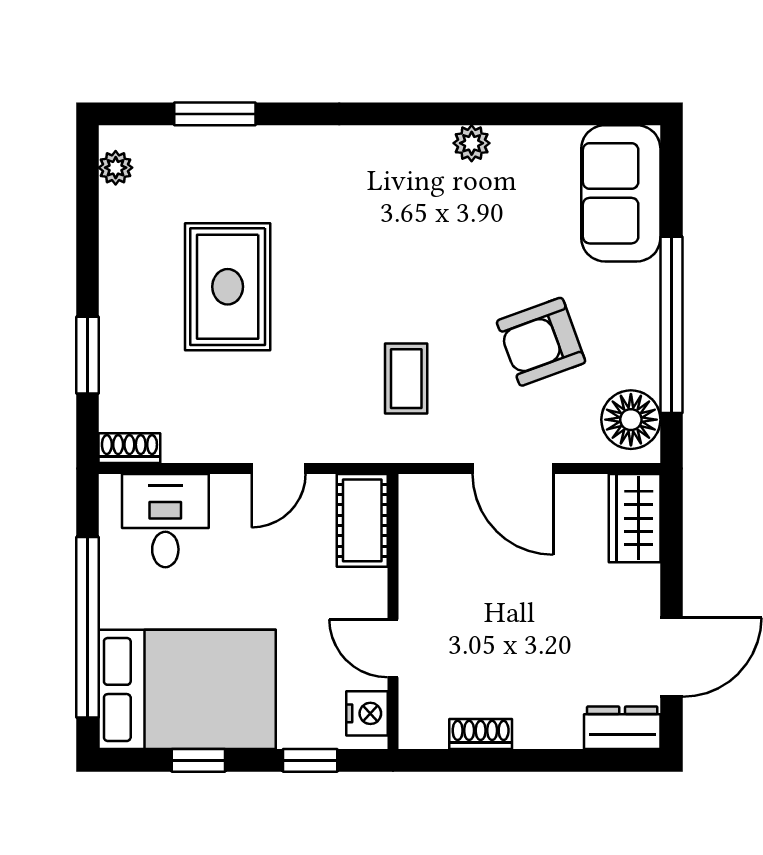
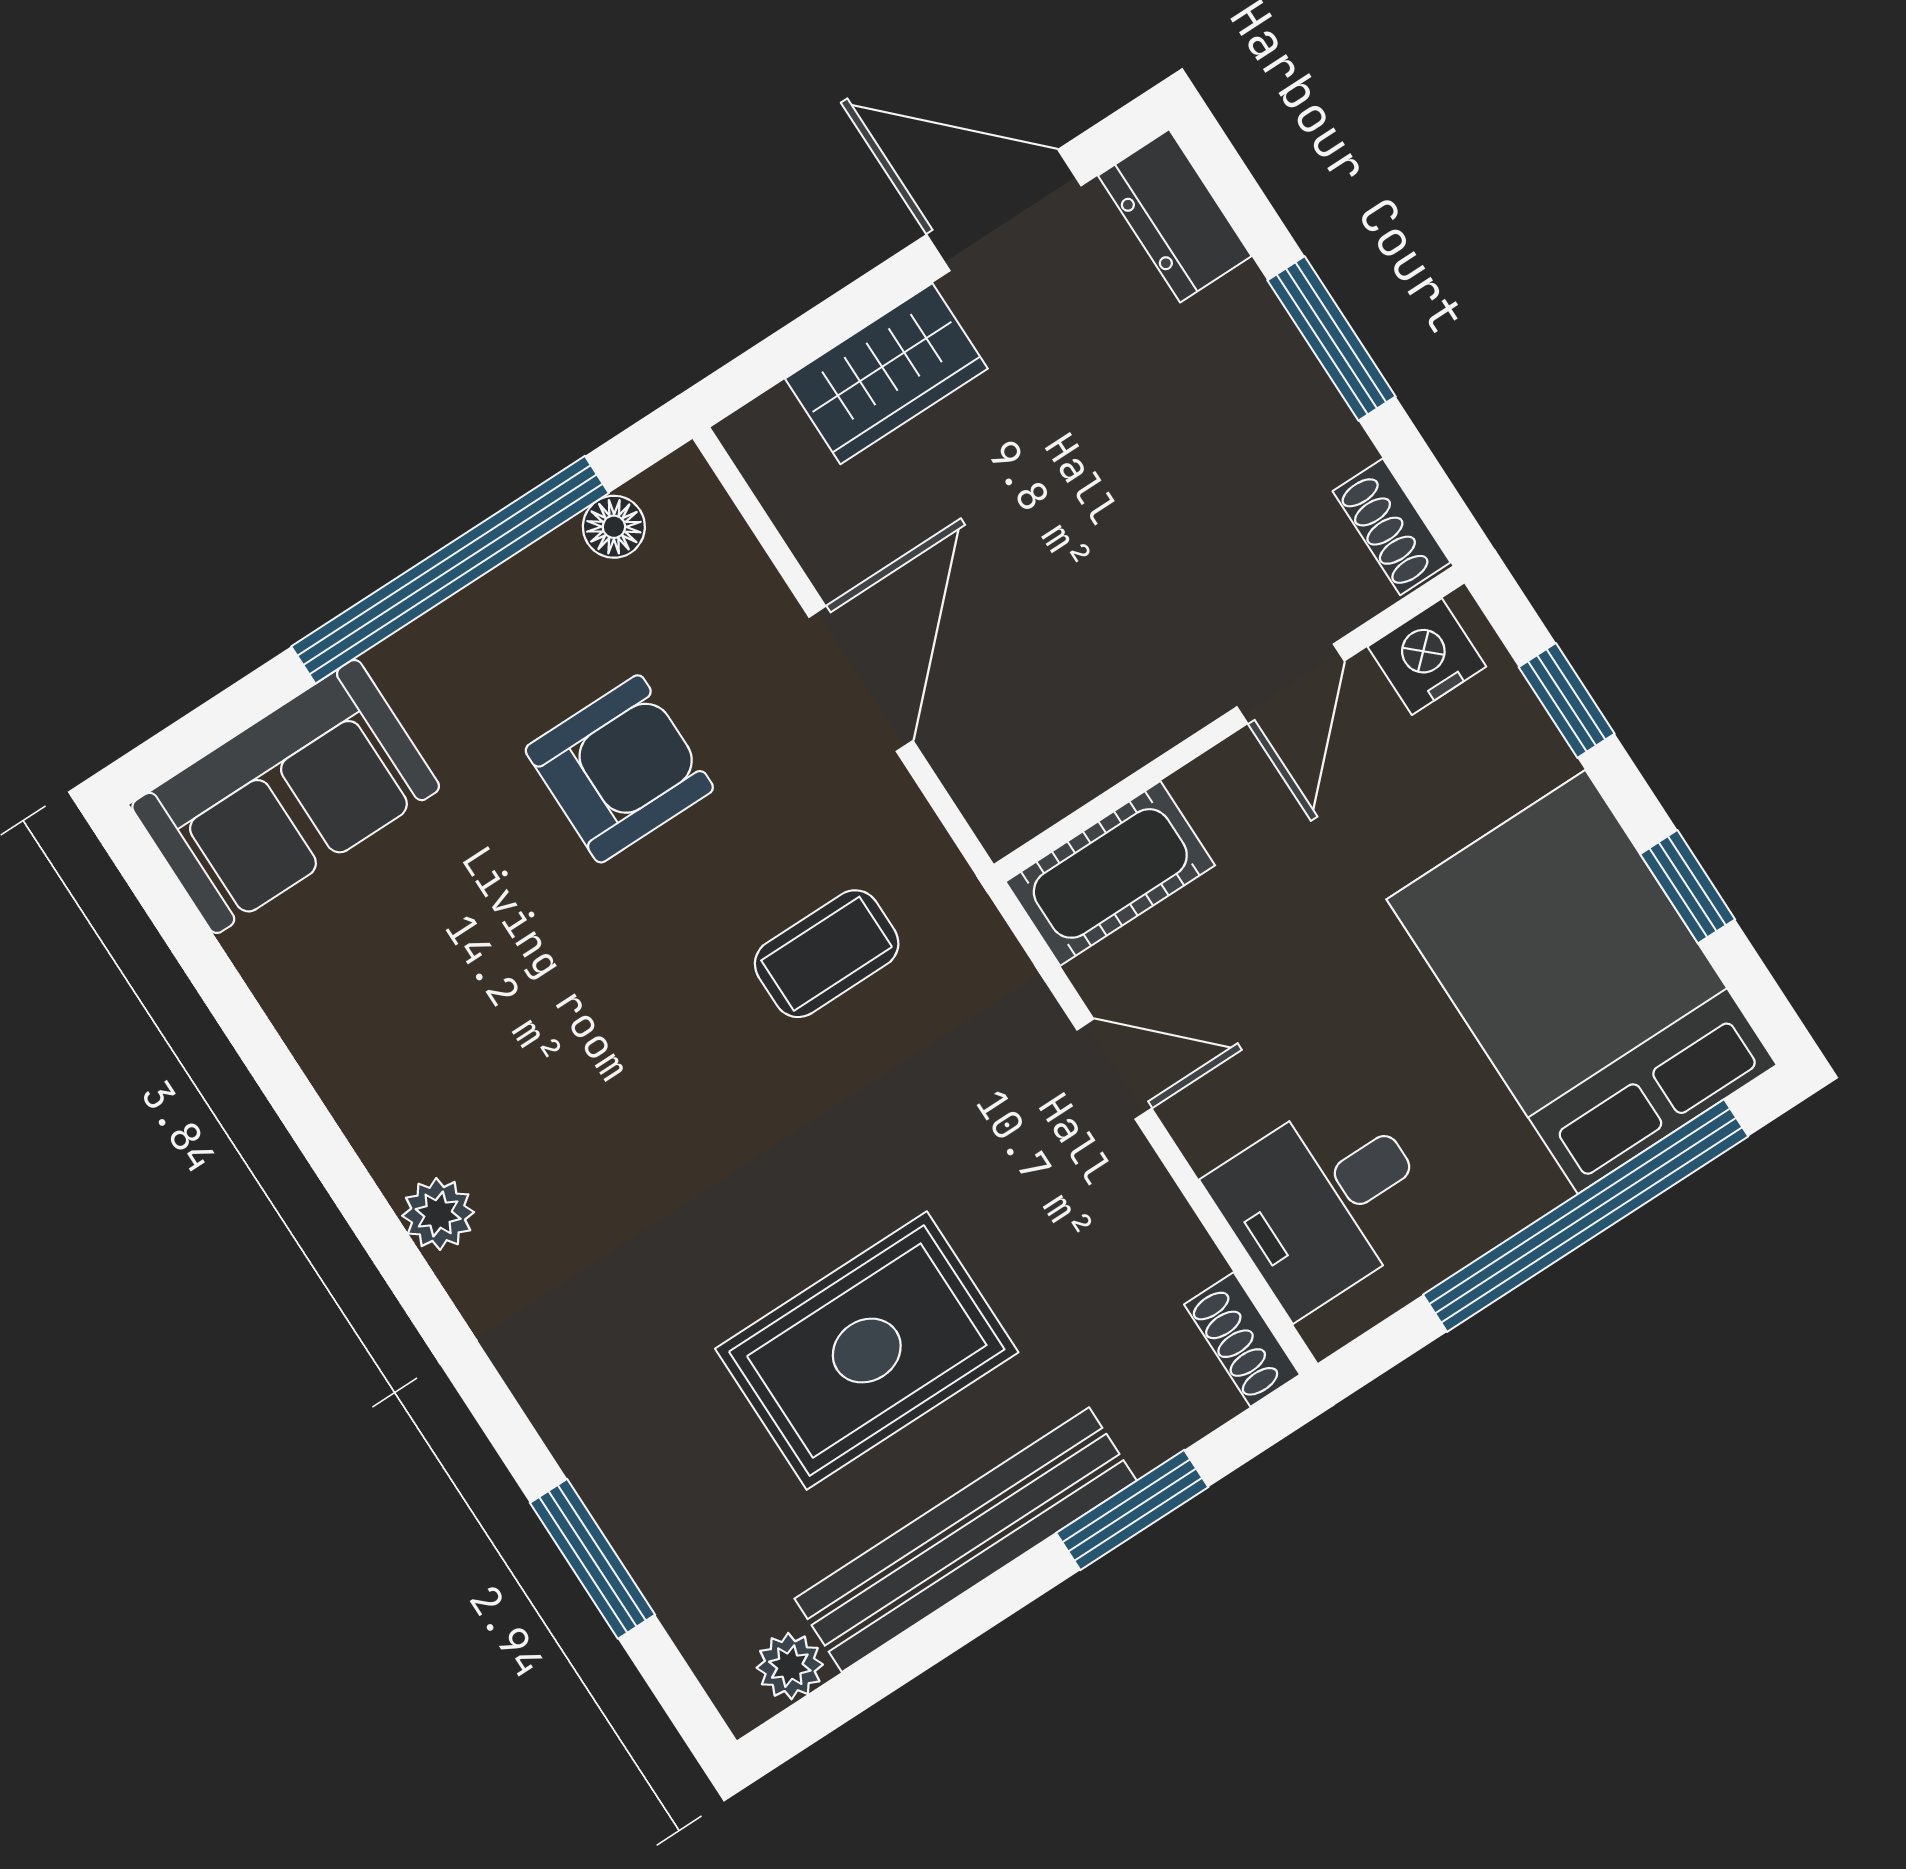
plant: (472, 143) -> (438, 1214), moved
bench: (121, 277) -> (966, 1540), added
armchair: (541, 342) -> (619, 769), turned -70
floor lamp: (631, 420) -> (614, 527), width x0.53, depth x0.53
wardrobe: (635, 518) -> (886, 374), moved
shoe rack: (481, 734) -> (1391, 527), moved
window: (527, 760) -> (1332, 338), added

